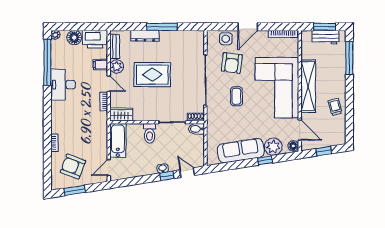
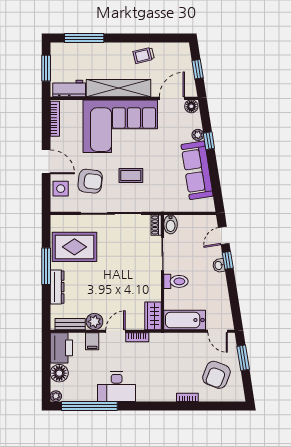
workbench: (325, 37) -> (69, 89), moved, turned -90
rug: (152, 75) -> (74, 247), moved, turned 90
plant: (273, 147) -> (198, 135), width x0.53, depth x0.53
window: (75, 190) -> (243, 358), moved

